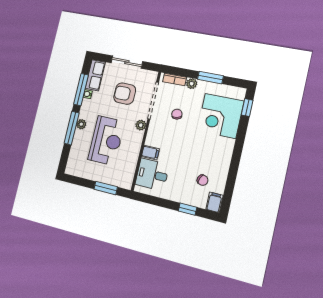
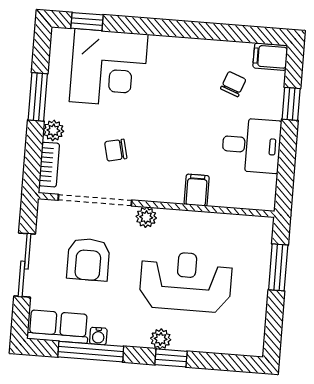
window: (72, 128) -> (171, 358), width x0.46
desk: (152, 174) -> (251, 145), moved, turned -90

